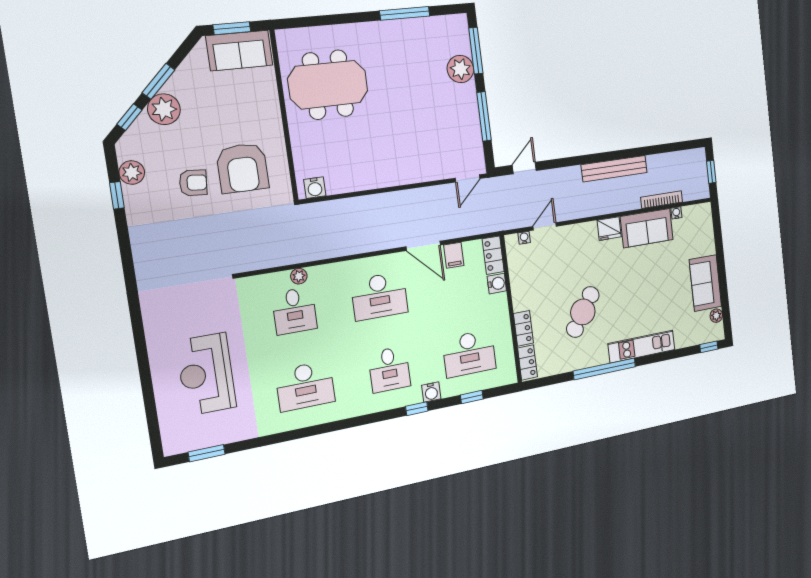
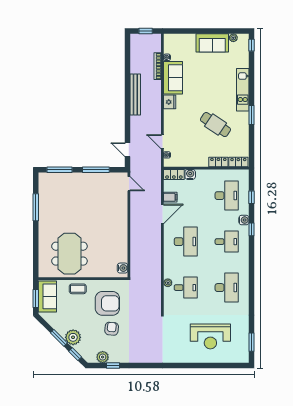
plant: (460, 69) -> (69, 180), removed
coffee table: (263, 108) -> (78, 289), added
window: (605, 369) -> (251, 115), width x0.47

